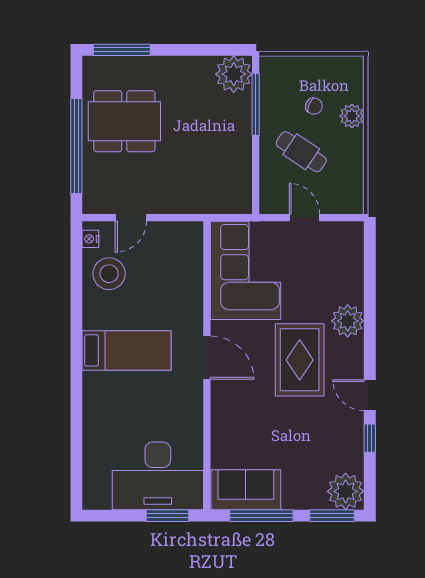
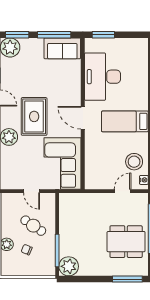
desk: (158, 476) -> (102, 77), moved, turned -90

